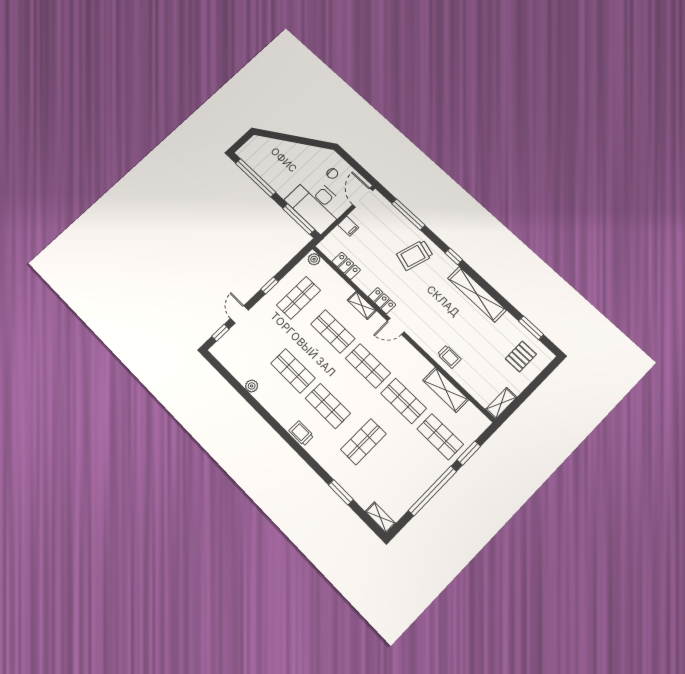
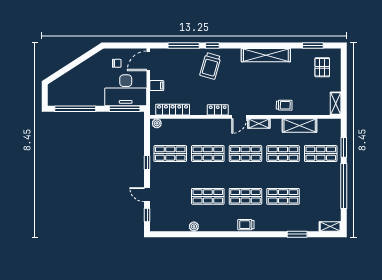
door: (363, 198) -> (148, 61), hinge flipped
window: (454, 256) -> (212, 46), moved
locker: (346, 266) -> (173, 110), width x1.53
shop shelf: (298, 298) -> (170, 154), turned 90
shelving: (362, 305) -> (259, 124), moved
shop shelf: (363, 442) -> (283, 196), turned 90

